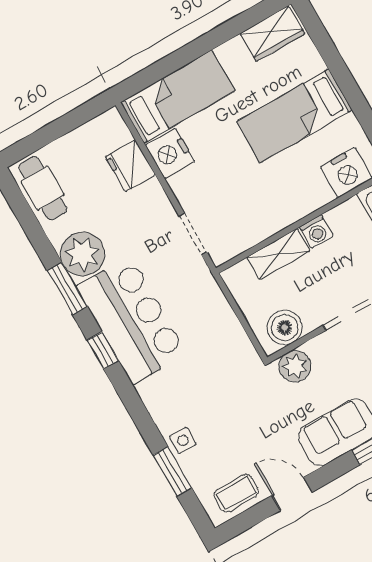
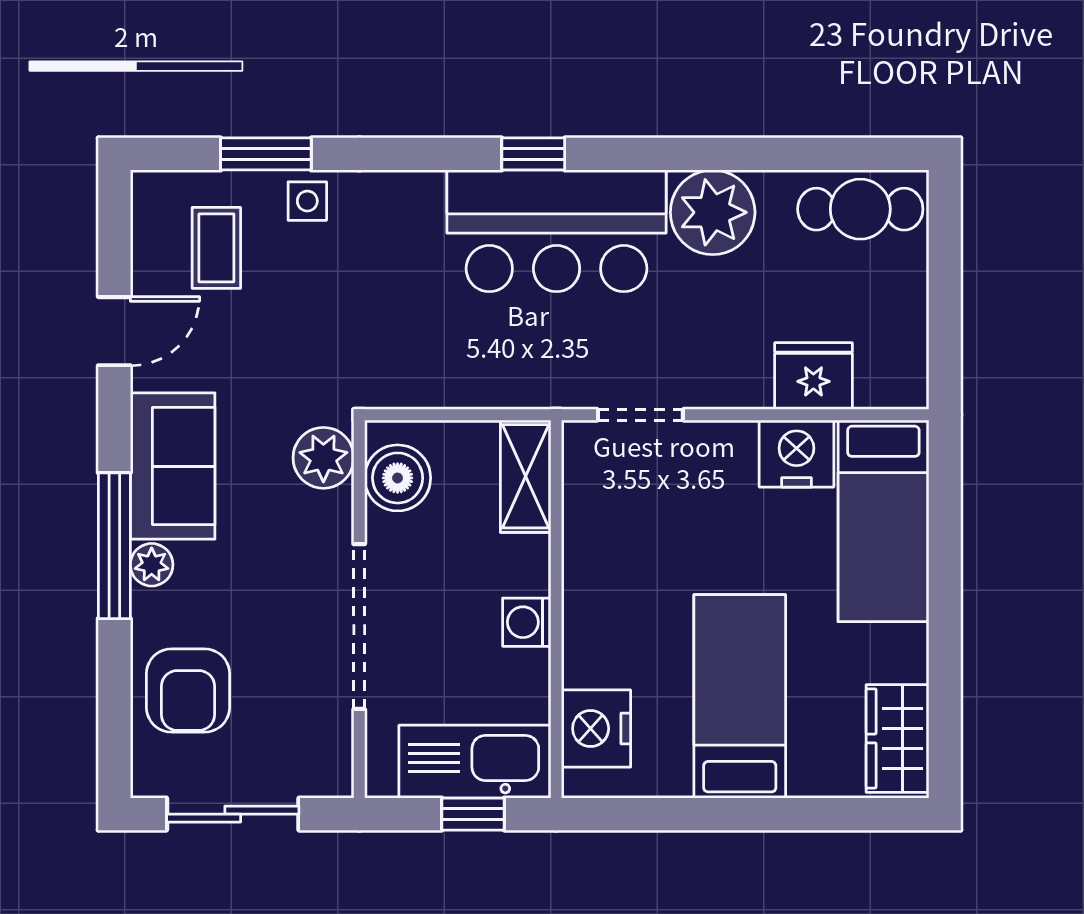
shelving: (278, 254) -> (526, 476), moved
window: (67, 289) -> (670, 154), removed
coffee table: (236, 493) -> (216, 248), moved

